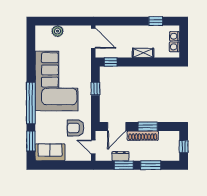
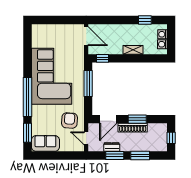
plant: (58, 31) -> (52, 29), removed
window: (95, 89) -> (88, 83), width x2.17
armchair: (76, 128) -> (69, 120), turned 94

